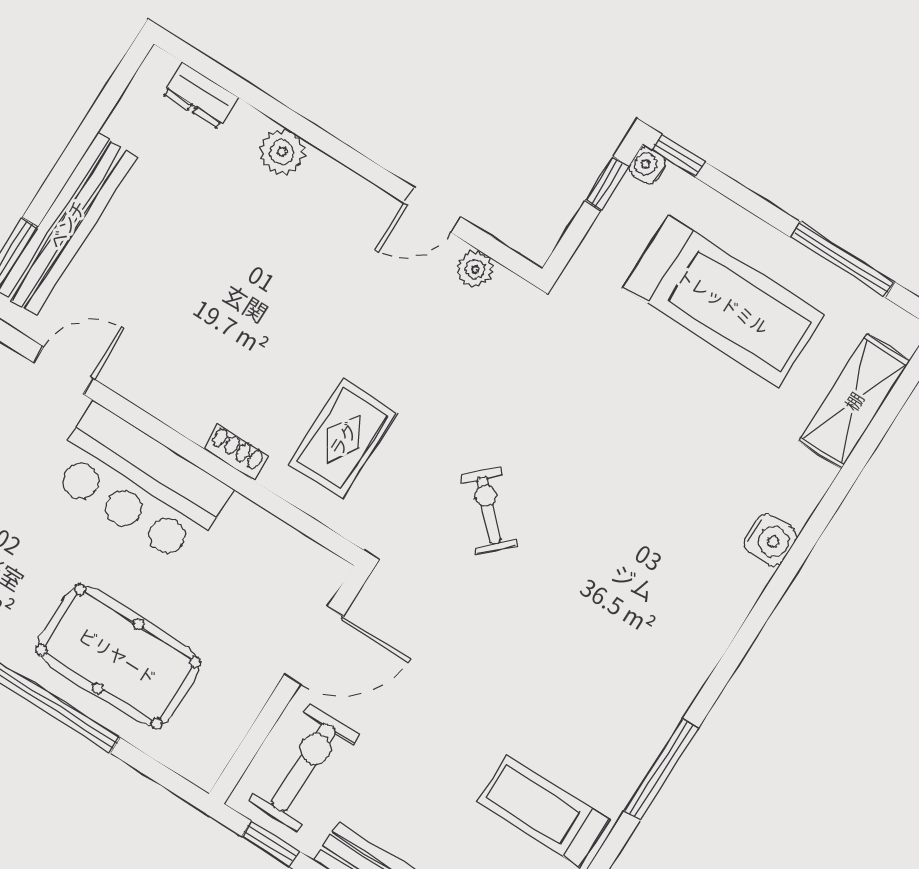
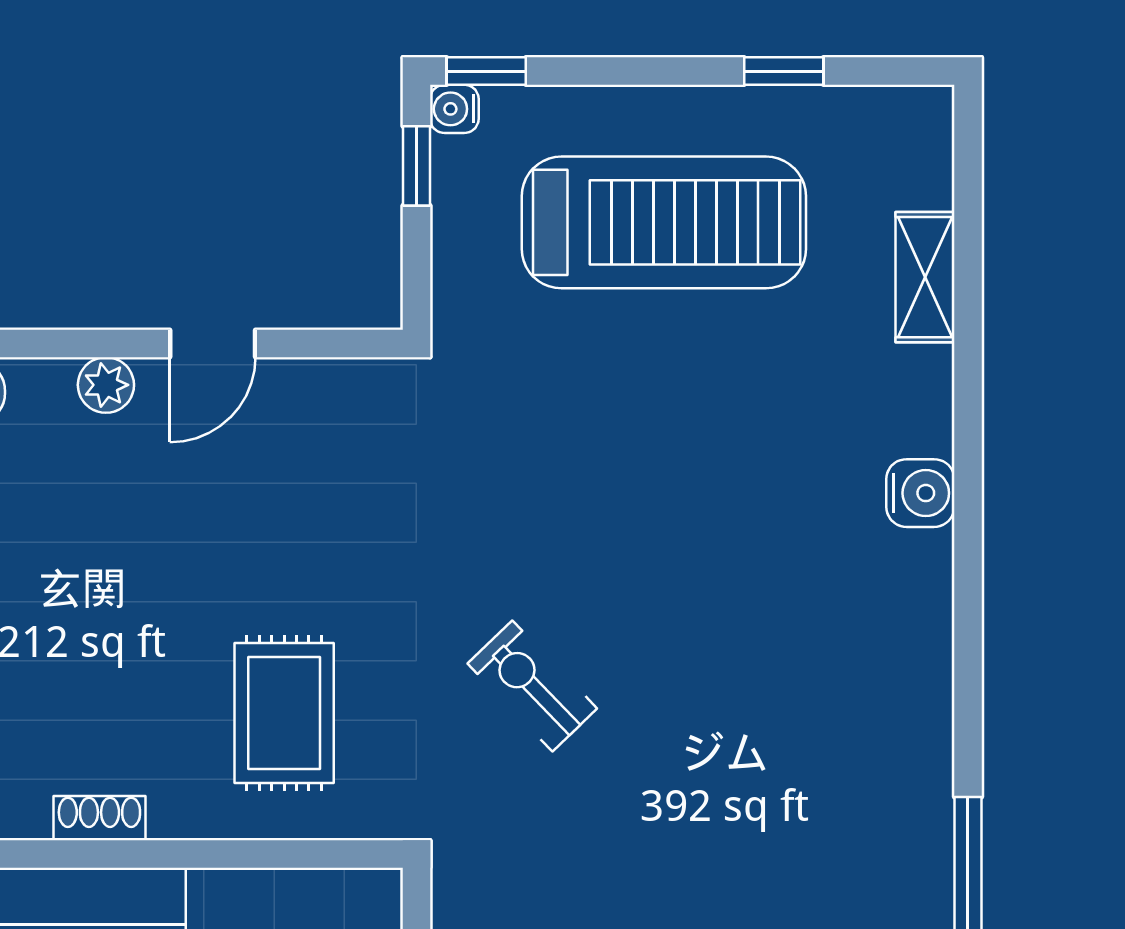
window: (842, 260) -> (784, 71), width x0.46
plant: (475, 269) -> (106, 385), moved
shelving: (854, 401) -> (925, 277), width x0.67, depth x0.75
shoe rack: (236, 452) -> (99, 818), moved

